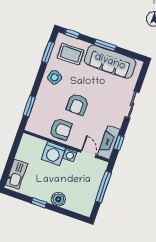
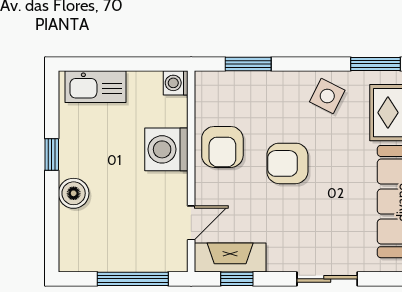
washing machine: (70, 155) -> (176, 83), moved

